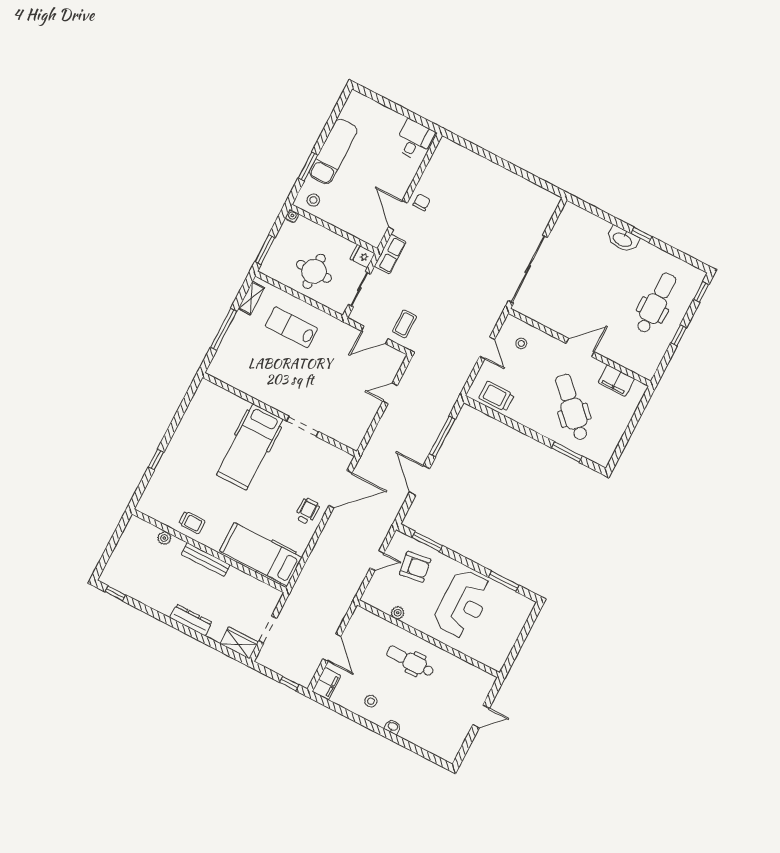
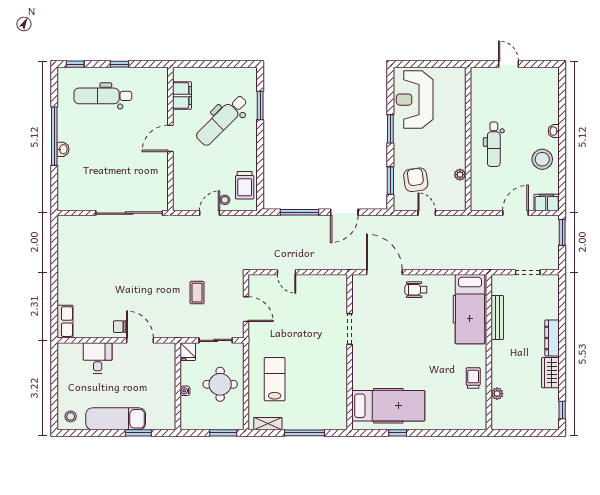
desk: (414, 140) -> (98, 358), moved, turned 90
stool: (313, 200) -> (71, 416), moved
door: (398, 215) -> (140, 340), swing flipped
water cooler: (292, 216) -> (185, 391), moved
window: (641, 235) -> (54, 136), width x3.17
washbasin: (623, 239) -> (63, 149), width x0.52, depth x0.69
row of seats: (390, 254) -> (65, 322), moved, turned 90
coffee table: (405, 324) -> (197, 293), moved, turned 90
lab bench: (291, 327) -> (275, 379), turned 180
stool: (521, 343) -> (225, 200), moved
door: (580, 348) -> (170, 138), hinge flipped
hospital bed: (250, 447) -> (388, 406), moved
window: (156, 460) -> (398, 433), moved
bench: (206, 560) -> (497, 317), moved
window: (504, 581) -> (390, 129), moved
reception desk: (463, 604) -> (415, 100), moved, turned -90
wardrobe: (239, 643) -> (550, 373), moved
window: (289, 683) -> (562, 232), width x1.50
stool: (371, 701) -> (542, 159), width x1.89, depth x1.89

